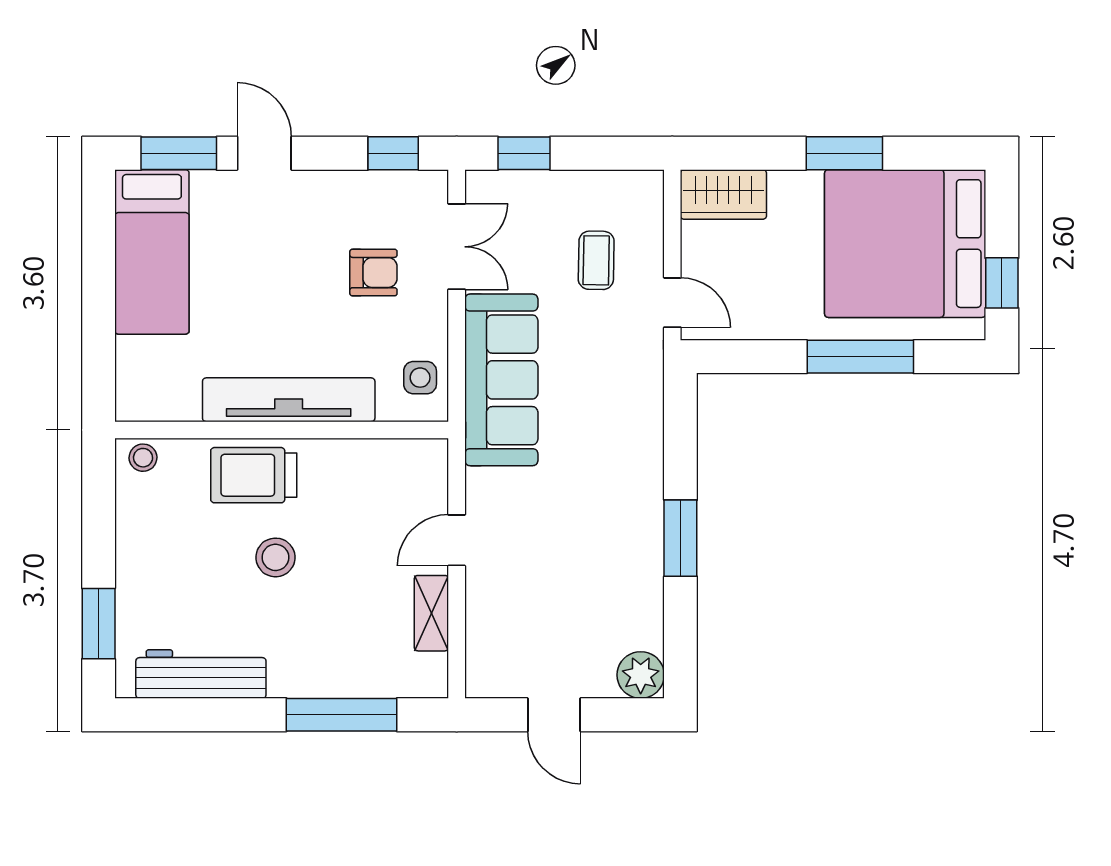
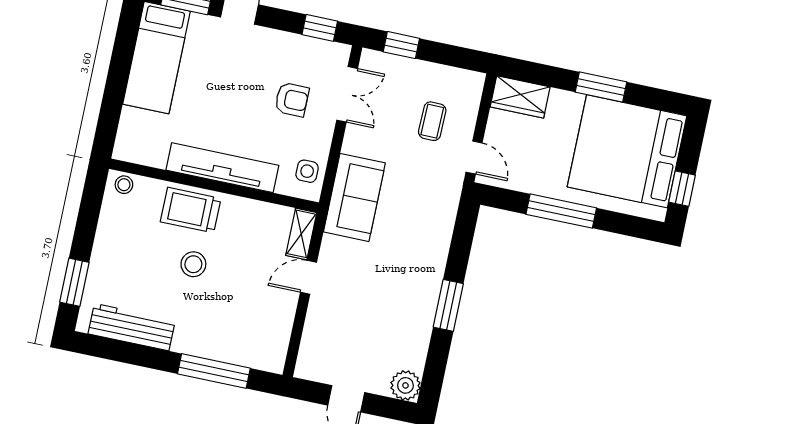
window: (860, 357) -> (561, 211), moved
sofa: (501, 380) -> (354, 197), width x0.73
shelving: (431, 613) -> (301, 234), moved

